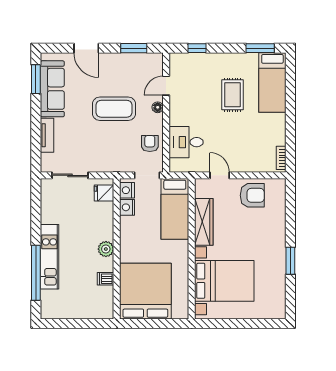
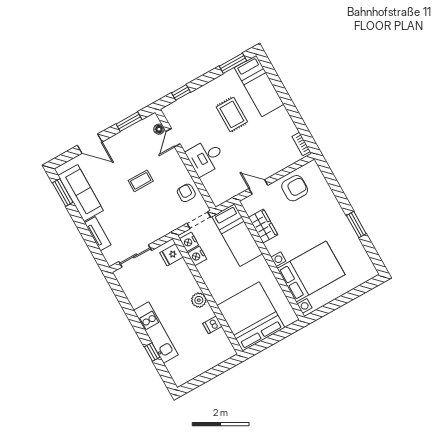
floor lamp: (158, 107) -> (159, 129), moved
coffee table: (114, 109) -> (141, 181), width x0.54, depth x0.58
desk: (186, 142) -> (206, 157), moved
wardrobe: (204, 222) -> (263, 226), width x0.67
window: (36, 273) -> (152, 352), width x0.32

